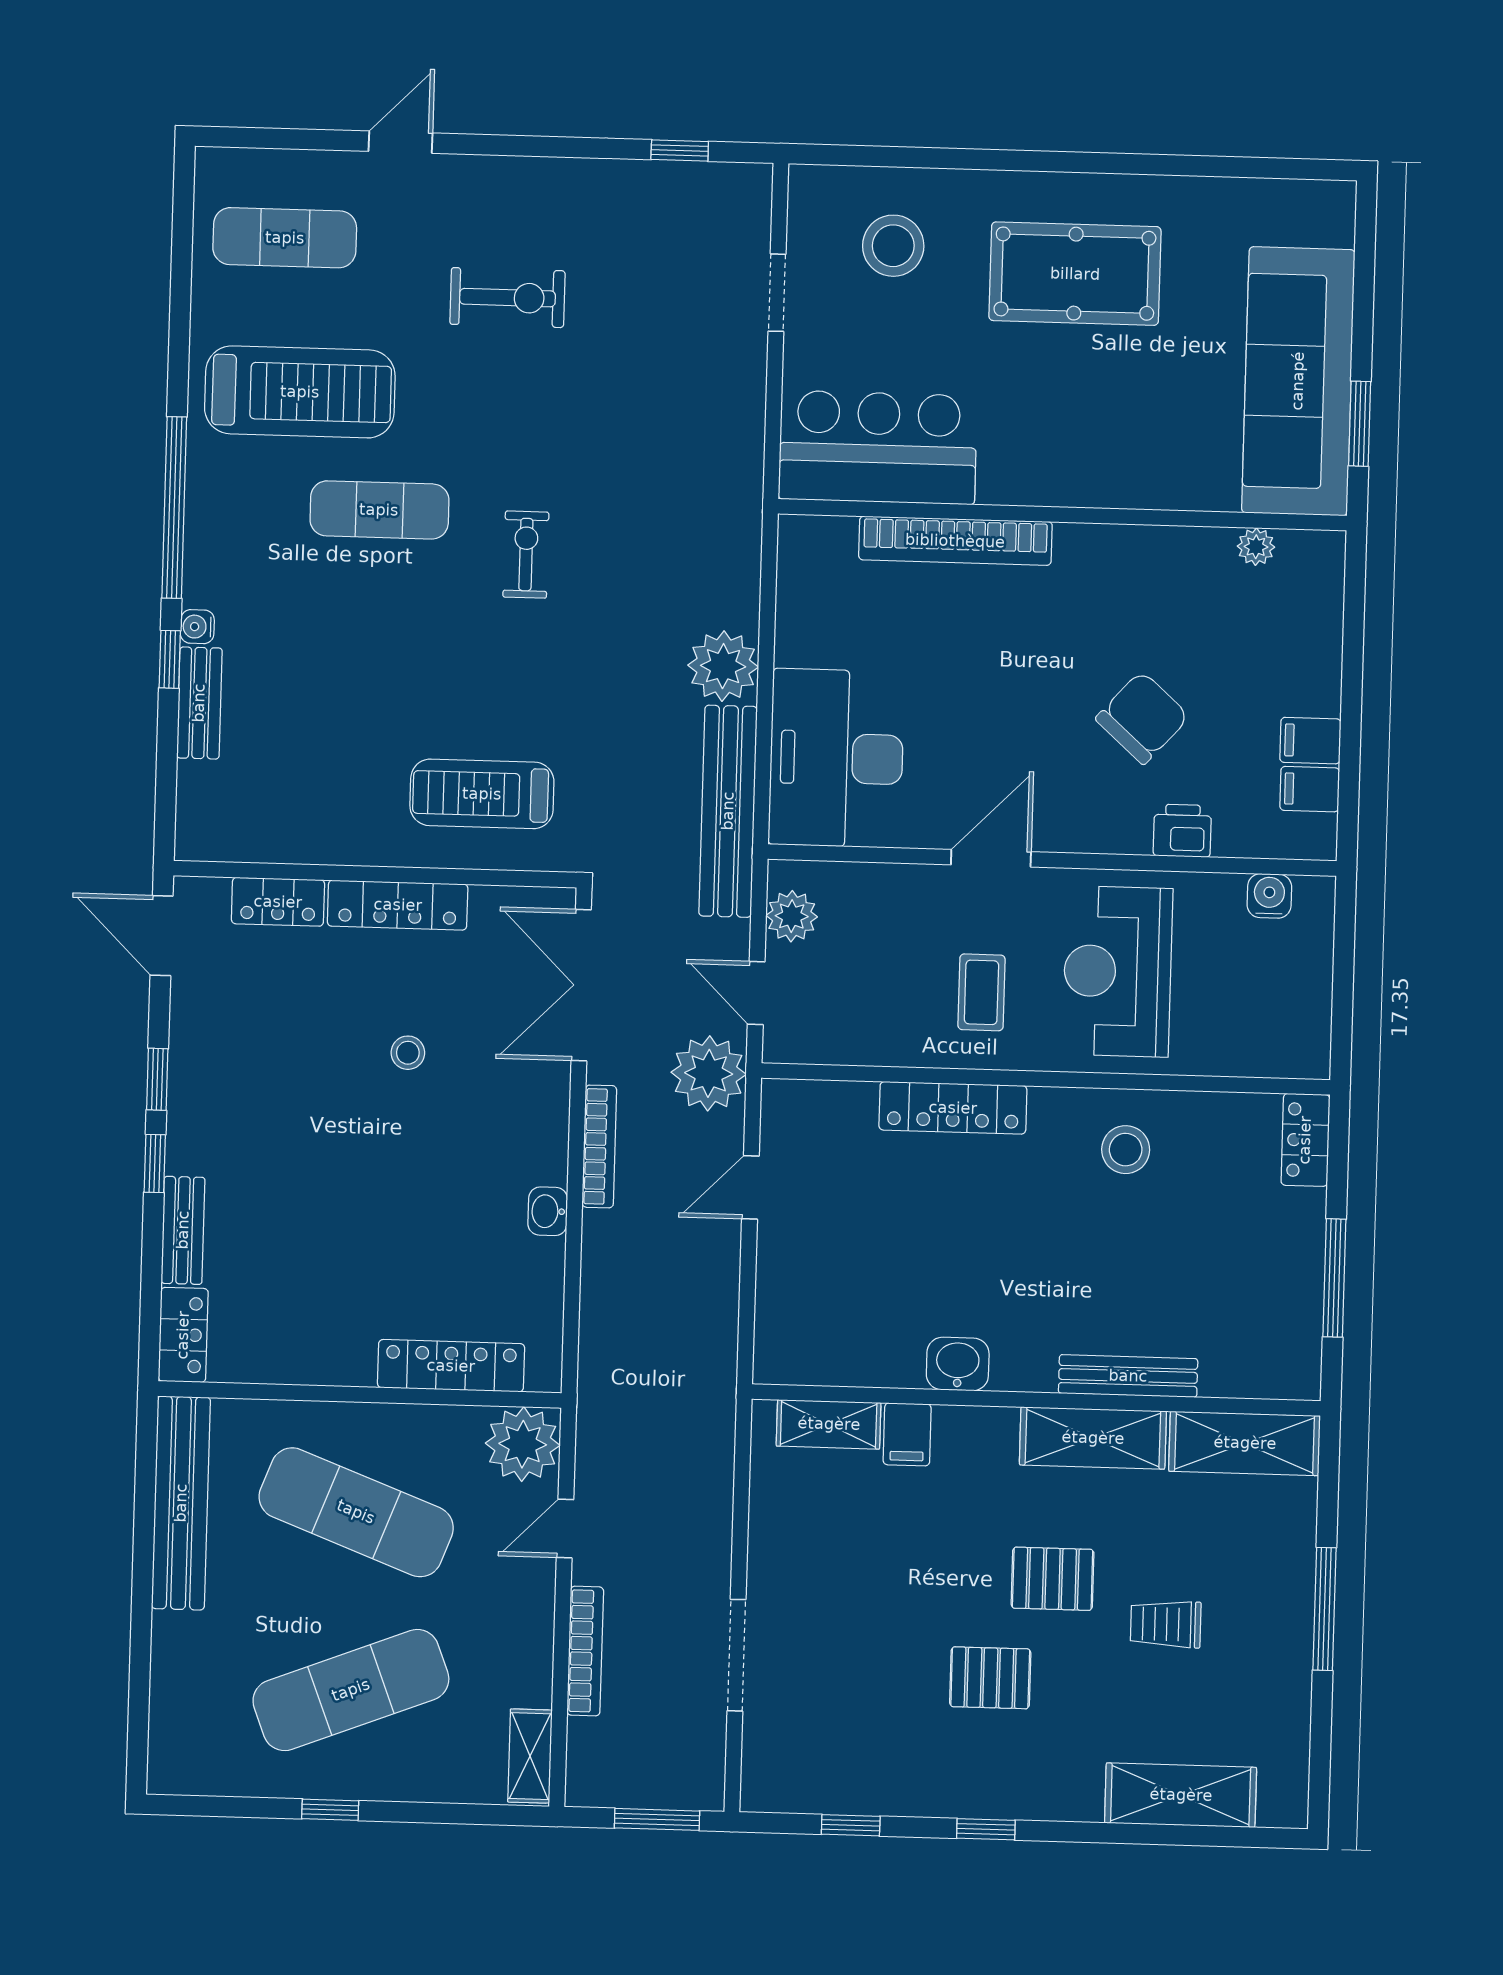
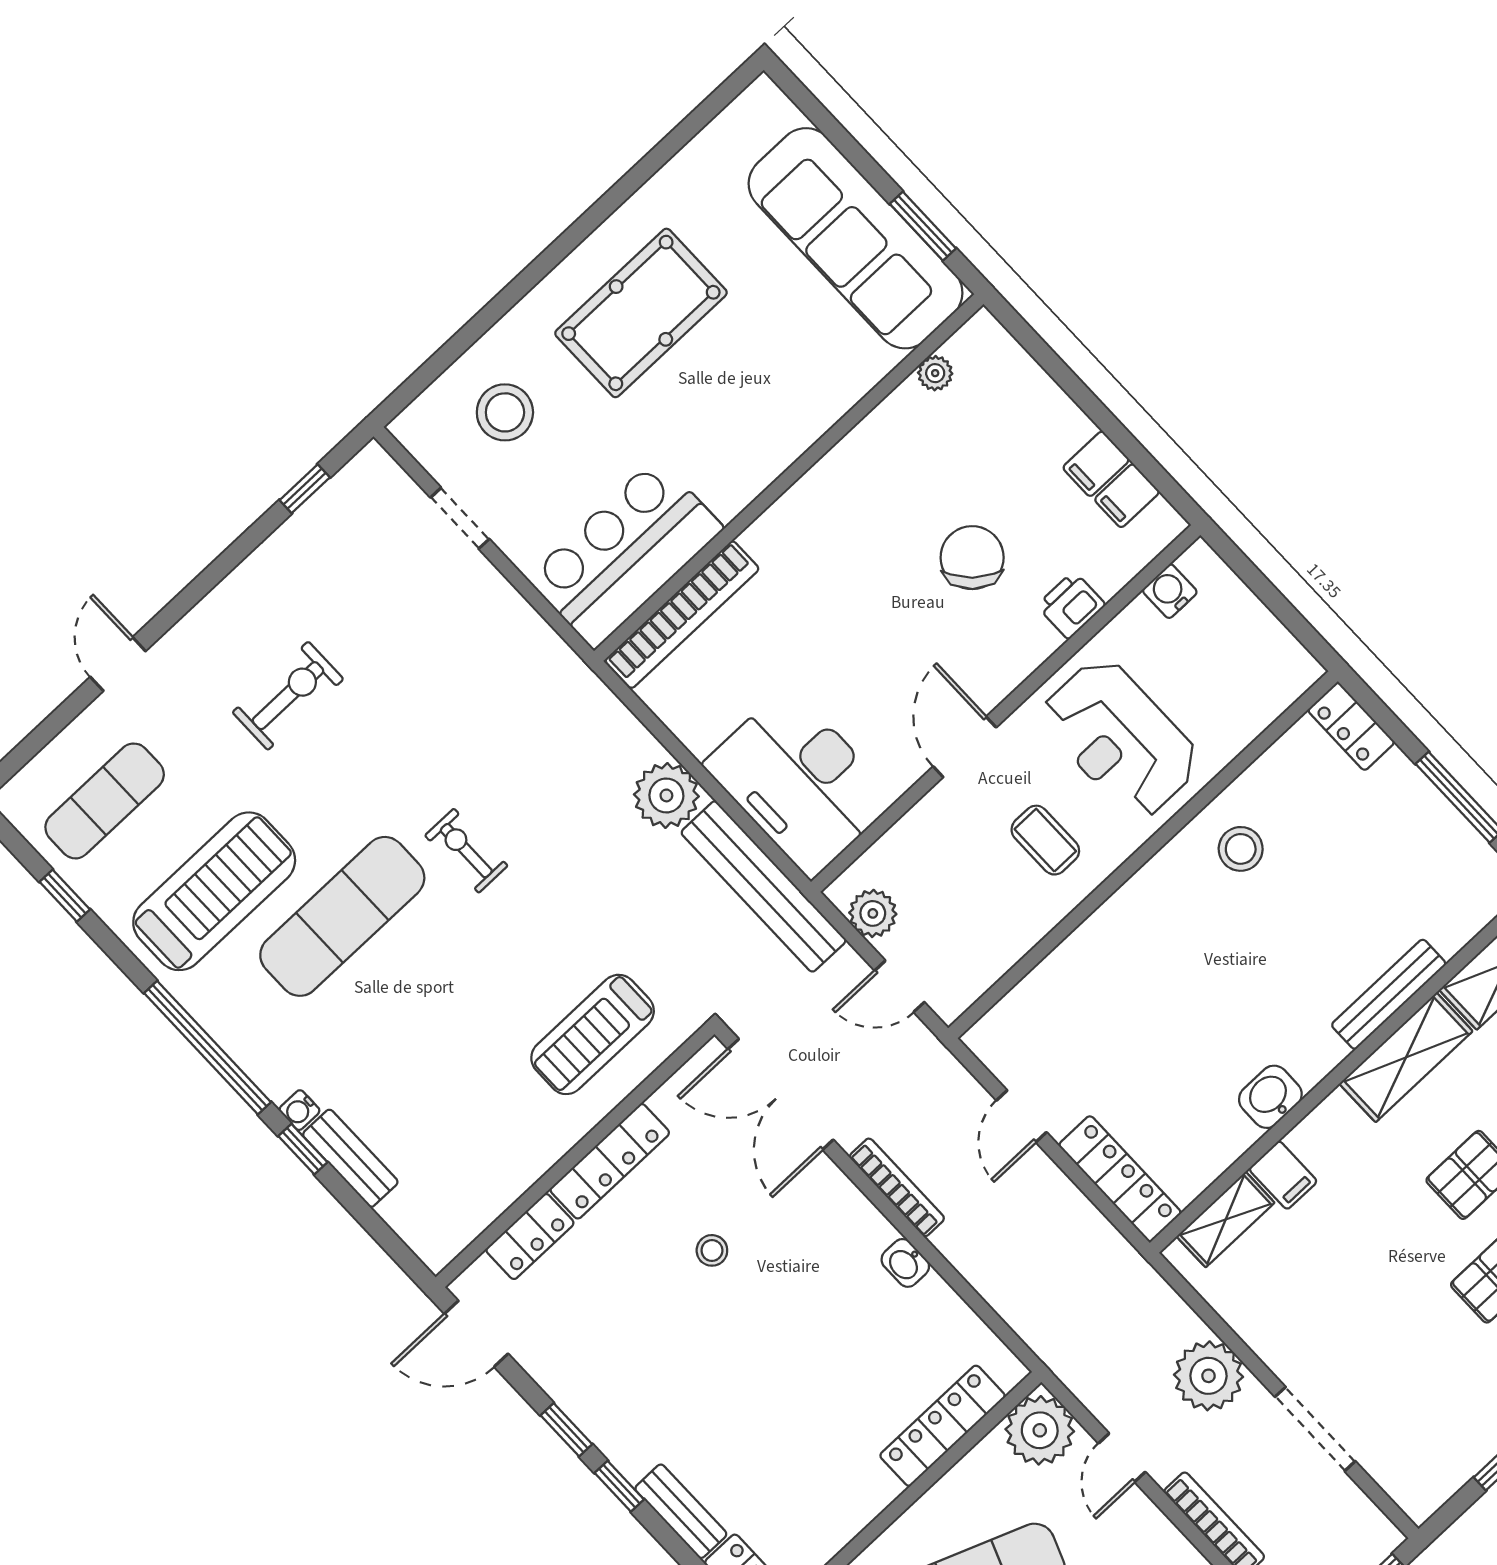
window: (181, 280) -> (65, 896), added
exercise mat: (379, 510) -> (342, 916), width x1.36, depth x1.45
bookcase: (955, 541) -> (682, 615), moved
plant: (709, 1073) -> (1209, 1376), moved
locker: (953, 1108) -> (1120, 1179), moved, turned -90

